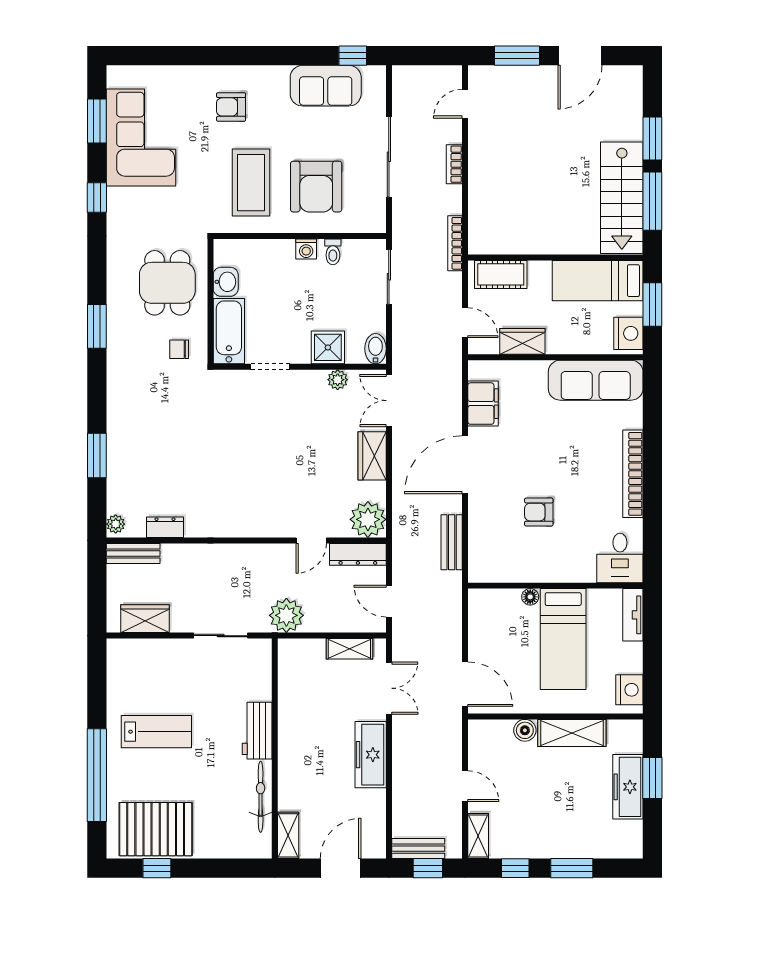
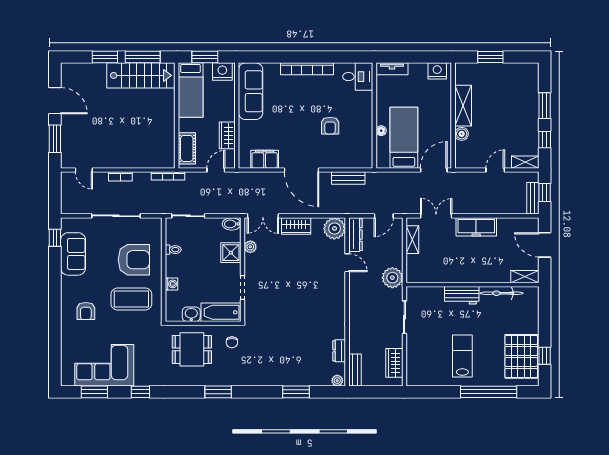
washing machine: (306, 249) -> (172, 284), moved
bed: (563, 639) -> (404, 138), moved, turned -90
freezer: (628, 787) -> (496, 72), removed

